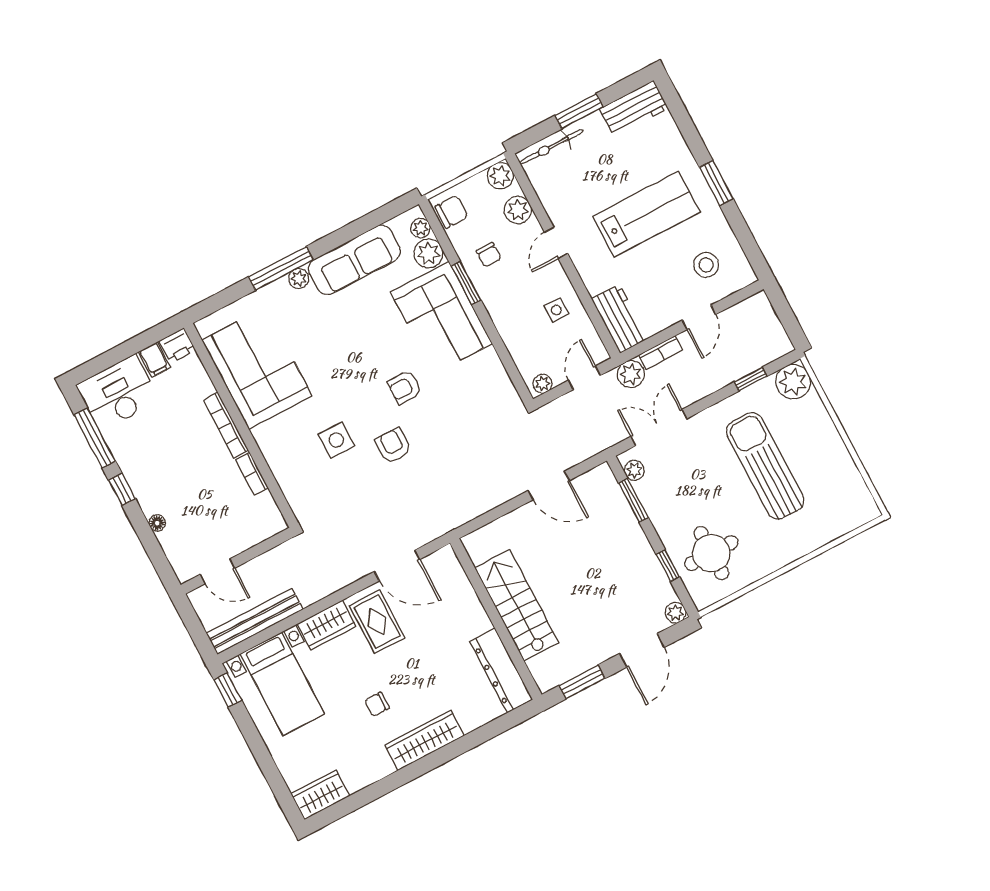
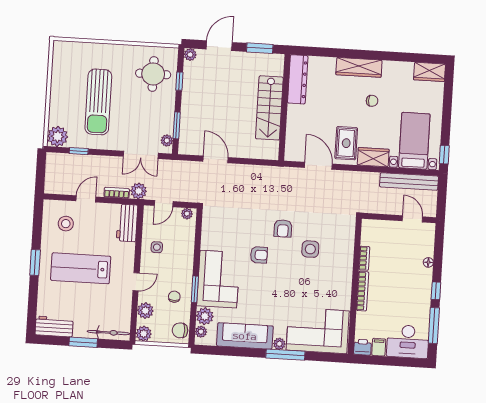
corner sofa: (257, 368) -> (318, 331), moved, turned 90

